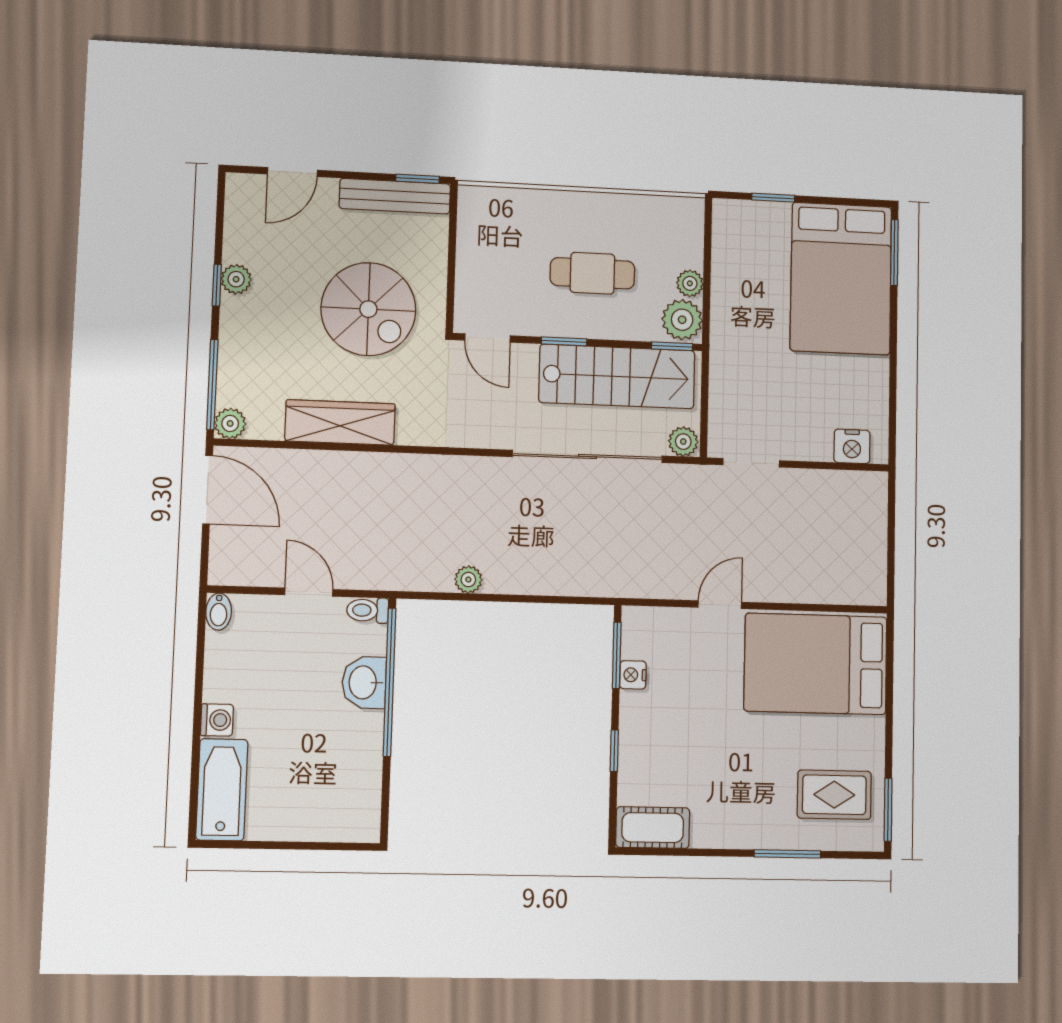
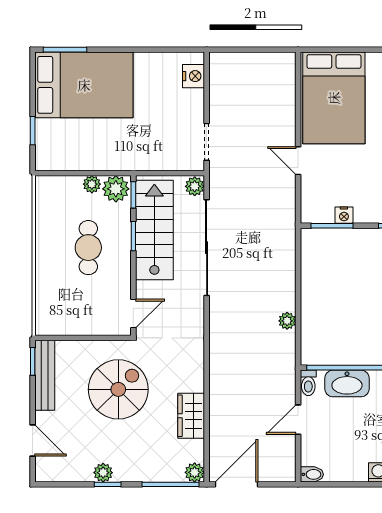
window: (564, 341) -> (133, 236), moved
wardrobe: (340, 422) -> (191, 416), width x0.67
washbasin: (364, 682) -> (347, 383), width x1.38

